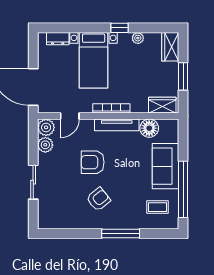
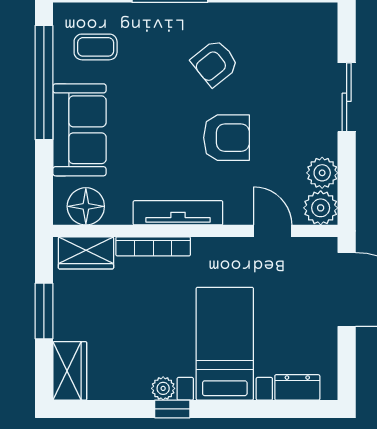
plant: (138, 38) -> (163, 388), moved
bookcase: (111, 108) -> (153, 246), moved
door: (70, 116) -> (273, 231), hinge flipped
floor lamp: (149, 128) -> (86, 206), moved

